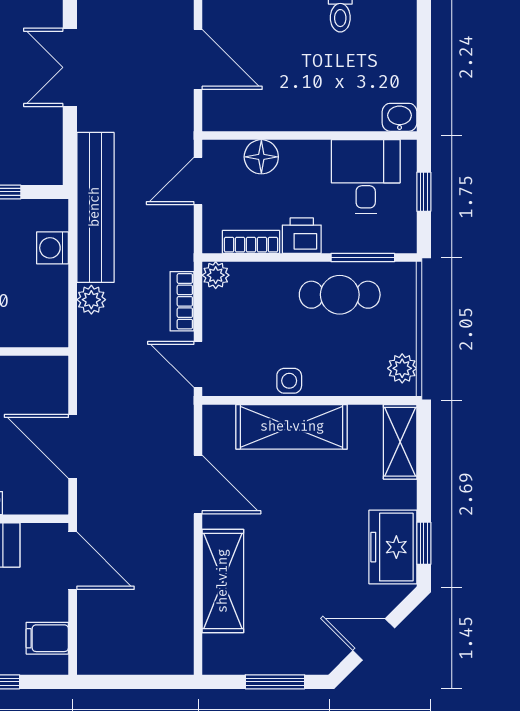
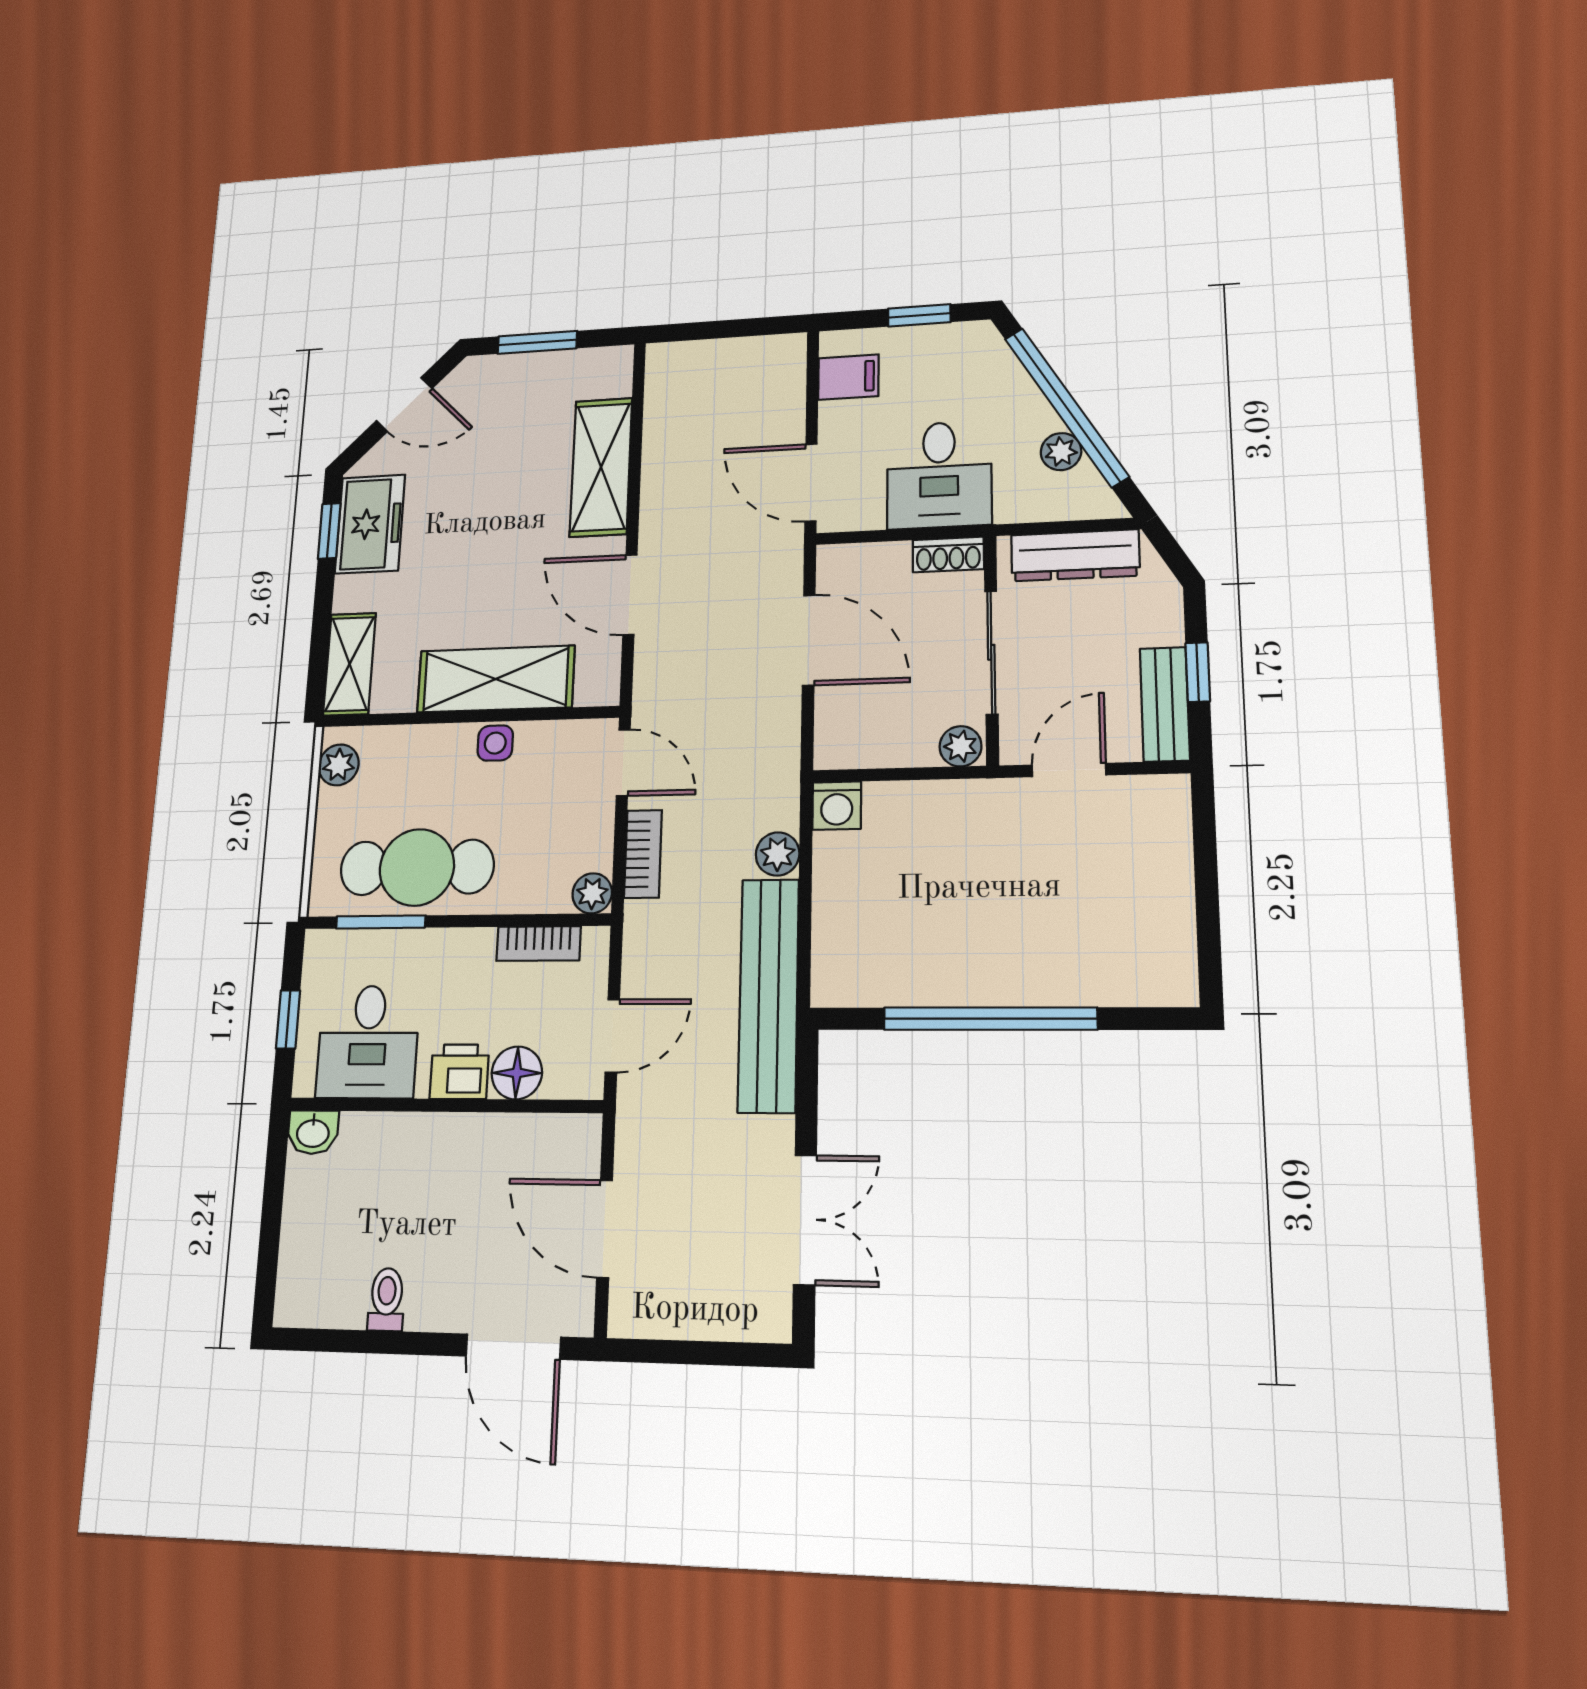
printer: (302, 236) -> (459, 1072), moved, turned 180
washing machine: (52, 248) -> (837, 806), moved, turned 90
cafe table: (340, 295) -> (417, 867), width x1.37, depth x1.35

